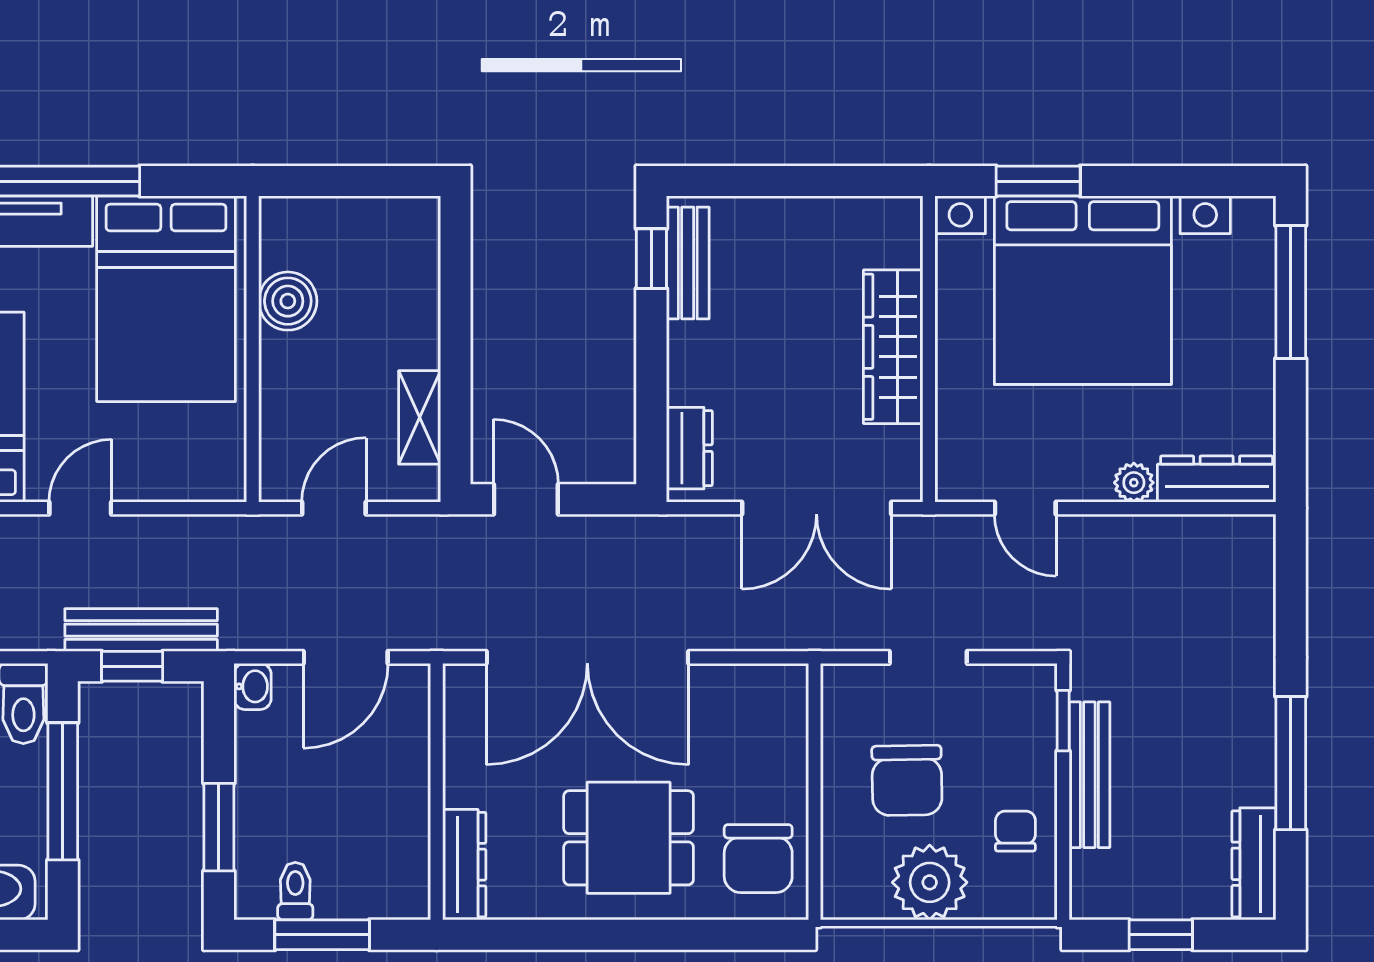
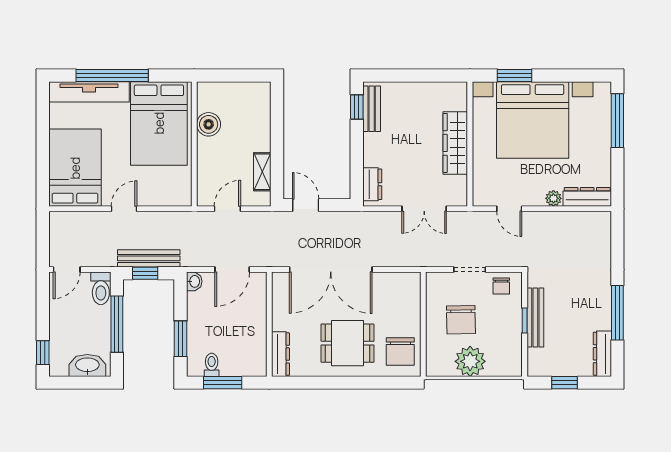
double door: (817, 508) -> (424, 209), width x0.73
window: (1063, 721) -> (525, 320), moved
chair: (1015, 831) -> (501, 286), moved, turned 180

